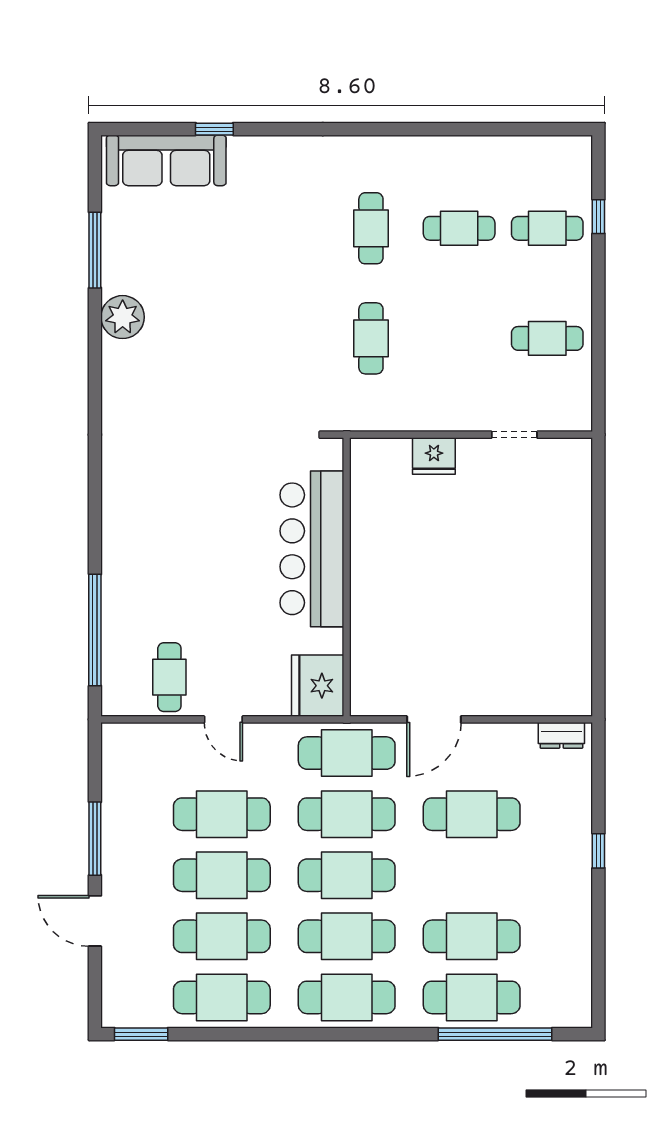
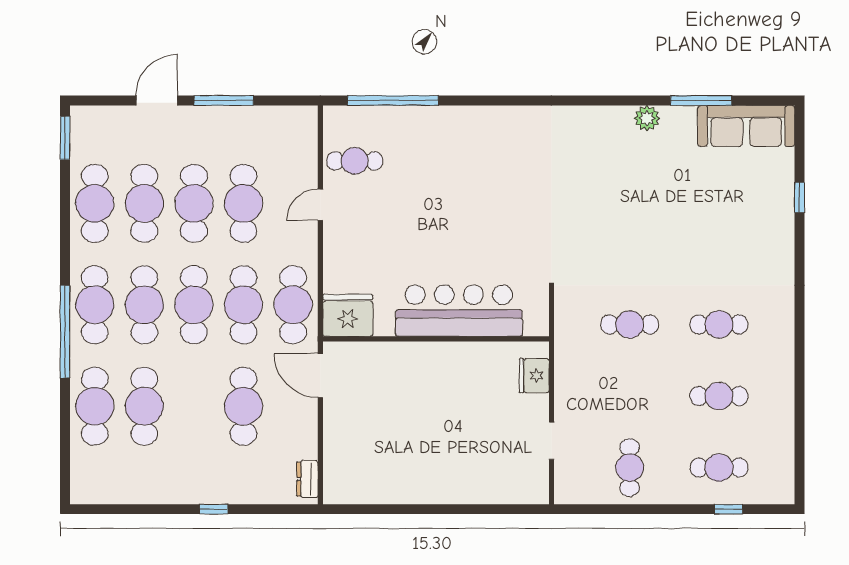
sofa: (166, 160) -> (746, 126), moved, turned -90
cafe table: (459, 228) -> (719, 396), turned 90
cafe table: (547, 228) -> (719, 468), turned 90
plant: (123, 317) -> (647, 118), width x0.73, depth x0.73
bar counter: (312, 549) -> (459, 311), moved
wall: (347, 577) -> (436, 339), moved
fridge: (318, 686) -> (348, 315), moved
window: (495, 1034) -> (65, 332), moved

